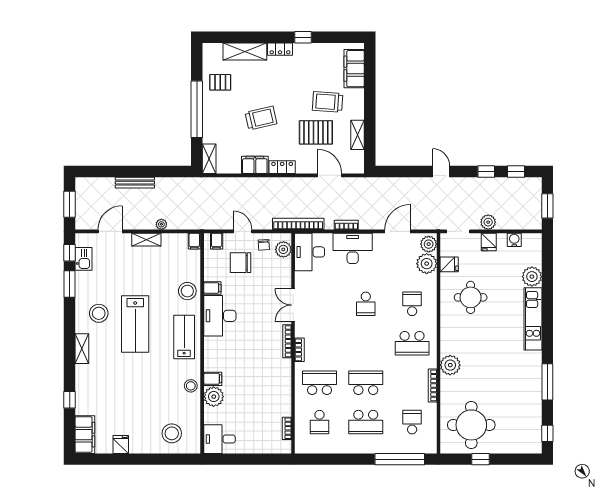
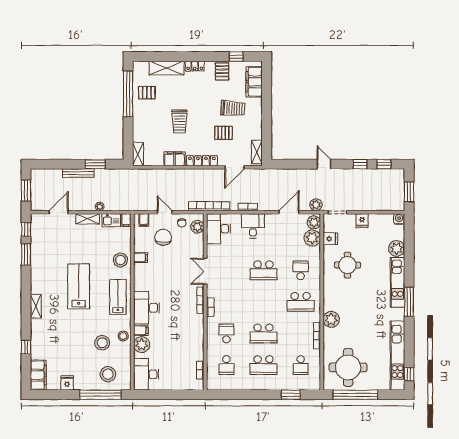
window: (303, 37) -> (236, 57), moved
pallet: (314, 56) -> (222, 71), added
trolley: (328, 102) -> (233, 108), turned 180
window: (197, 109) -> (128, 94), moved
trolley: (261, 118) -> (179, 121), turned 103
pallet: (316, 132) -> (223, 133), width x0.67, depth x0.71
shelving: (357, 135) -> (257, 152), moved
locker: (282, 167) -> (202, 161), width x1.53
window: (156, 172) -> (95, 164), added
door: (330, 175) -> (234, 167), swing flipped
plant: (488, 222) -> (316, 205), moved
water cooler: (514, 240) -> (399, 219), moved
desk: (353, 248) -> (253, 226), width x0.73
kitchen sink: (83, 259) -> (111, 220), moved, turned 90
chair: (241, 263) -> (163, 237), turned 90
school desk: (366, 304) -> (263, 270), width x1.85
stool: (99, 313) -> (102, 343), moved
desk: (220, 316) -> (146, 308), moved
lab bench: (135, 324) -> (79, 286), turned 180
window: (547, 382) -> (409, 302), moved
school desk: (319, 383) -> (226, 333), width x0.54
school desk: (366, 383) -> (263, 333), turned 180
kitchen unit: (533, 410) -> (397, 356), added
school desk: (412, 422) -> (301, 365), turned 180
desk: (219, 439) -> (146, 374), width x1.37
window: (162, 459) -> (100, 395), added
window: (400, 459) -> (291, 395), width x0.47
window: (481, 459) -> (355, 395), width x3.17

